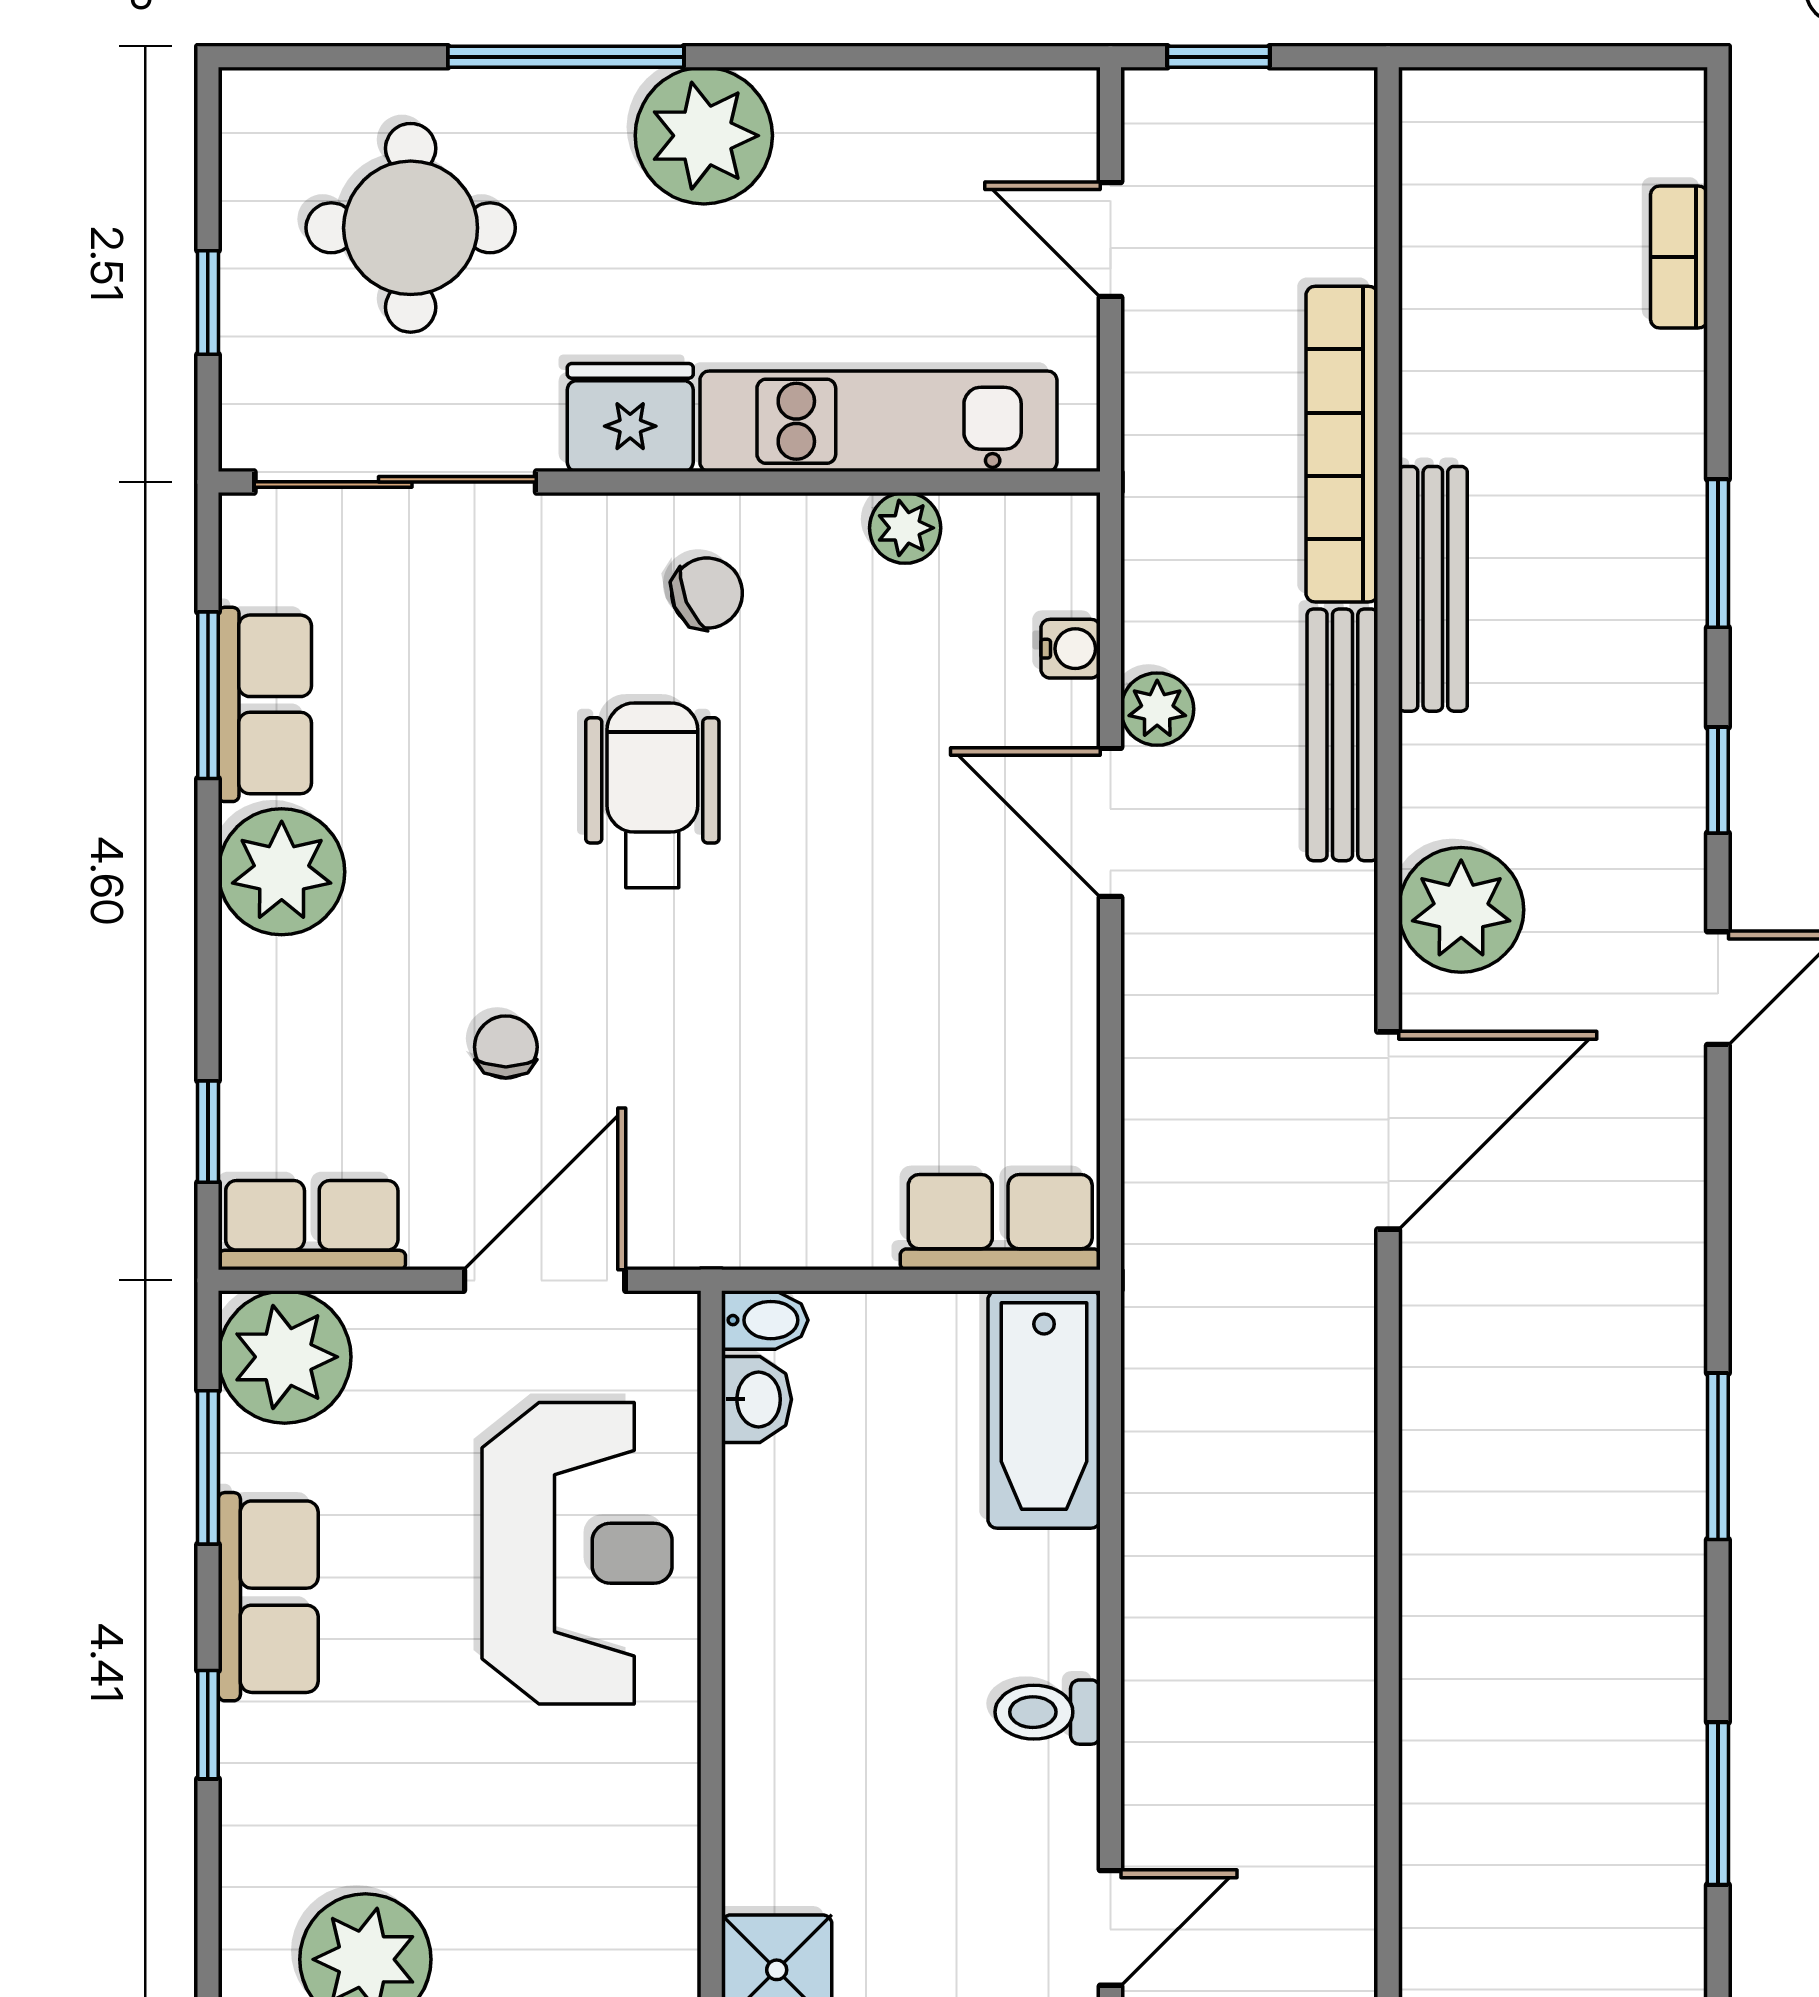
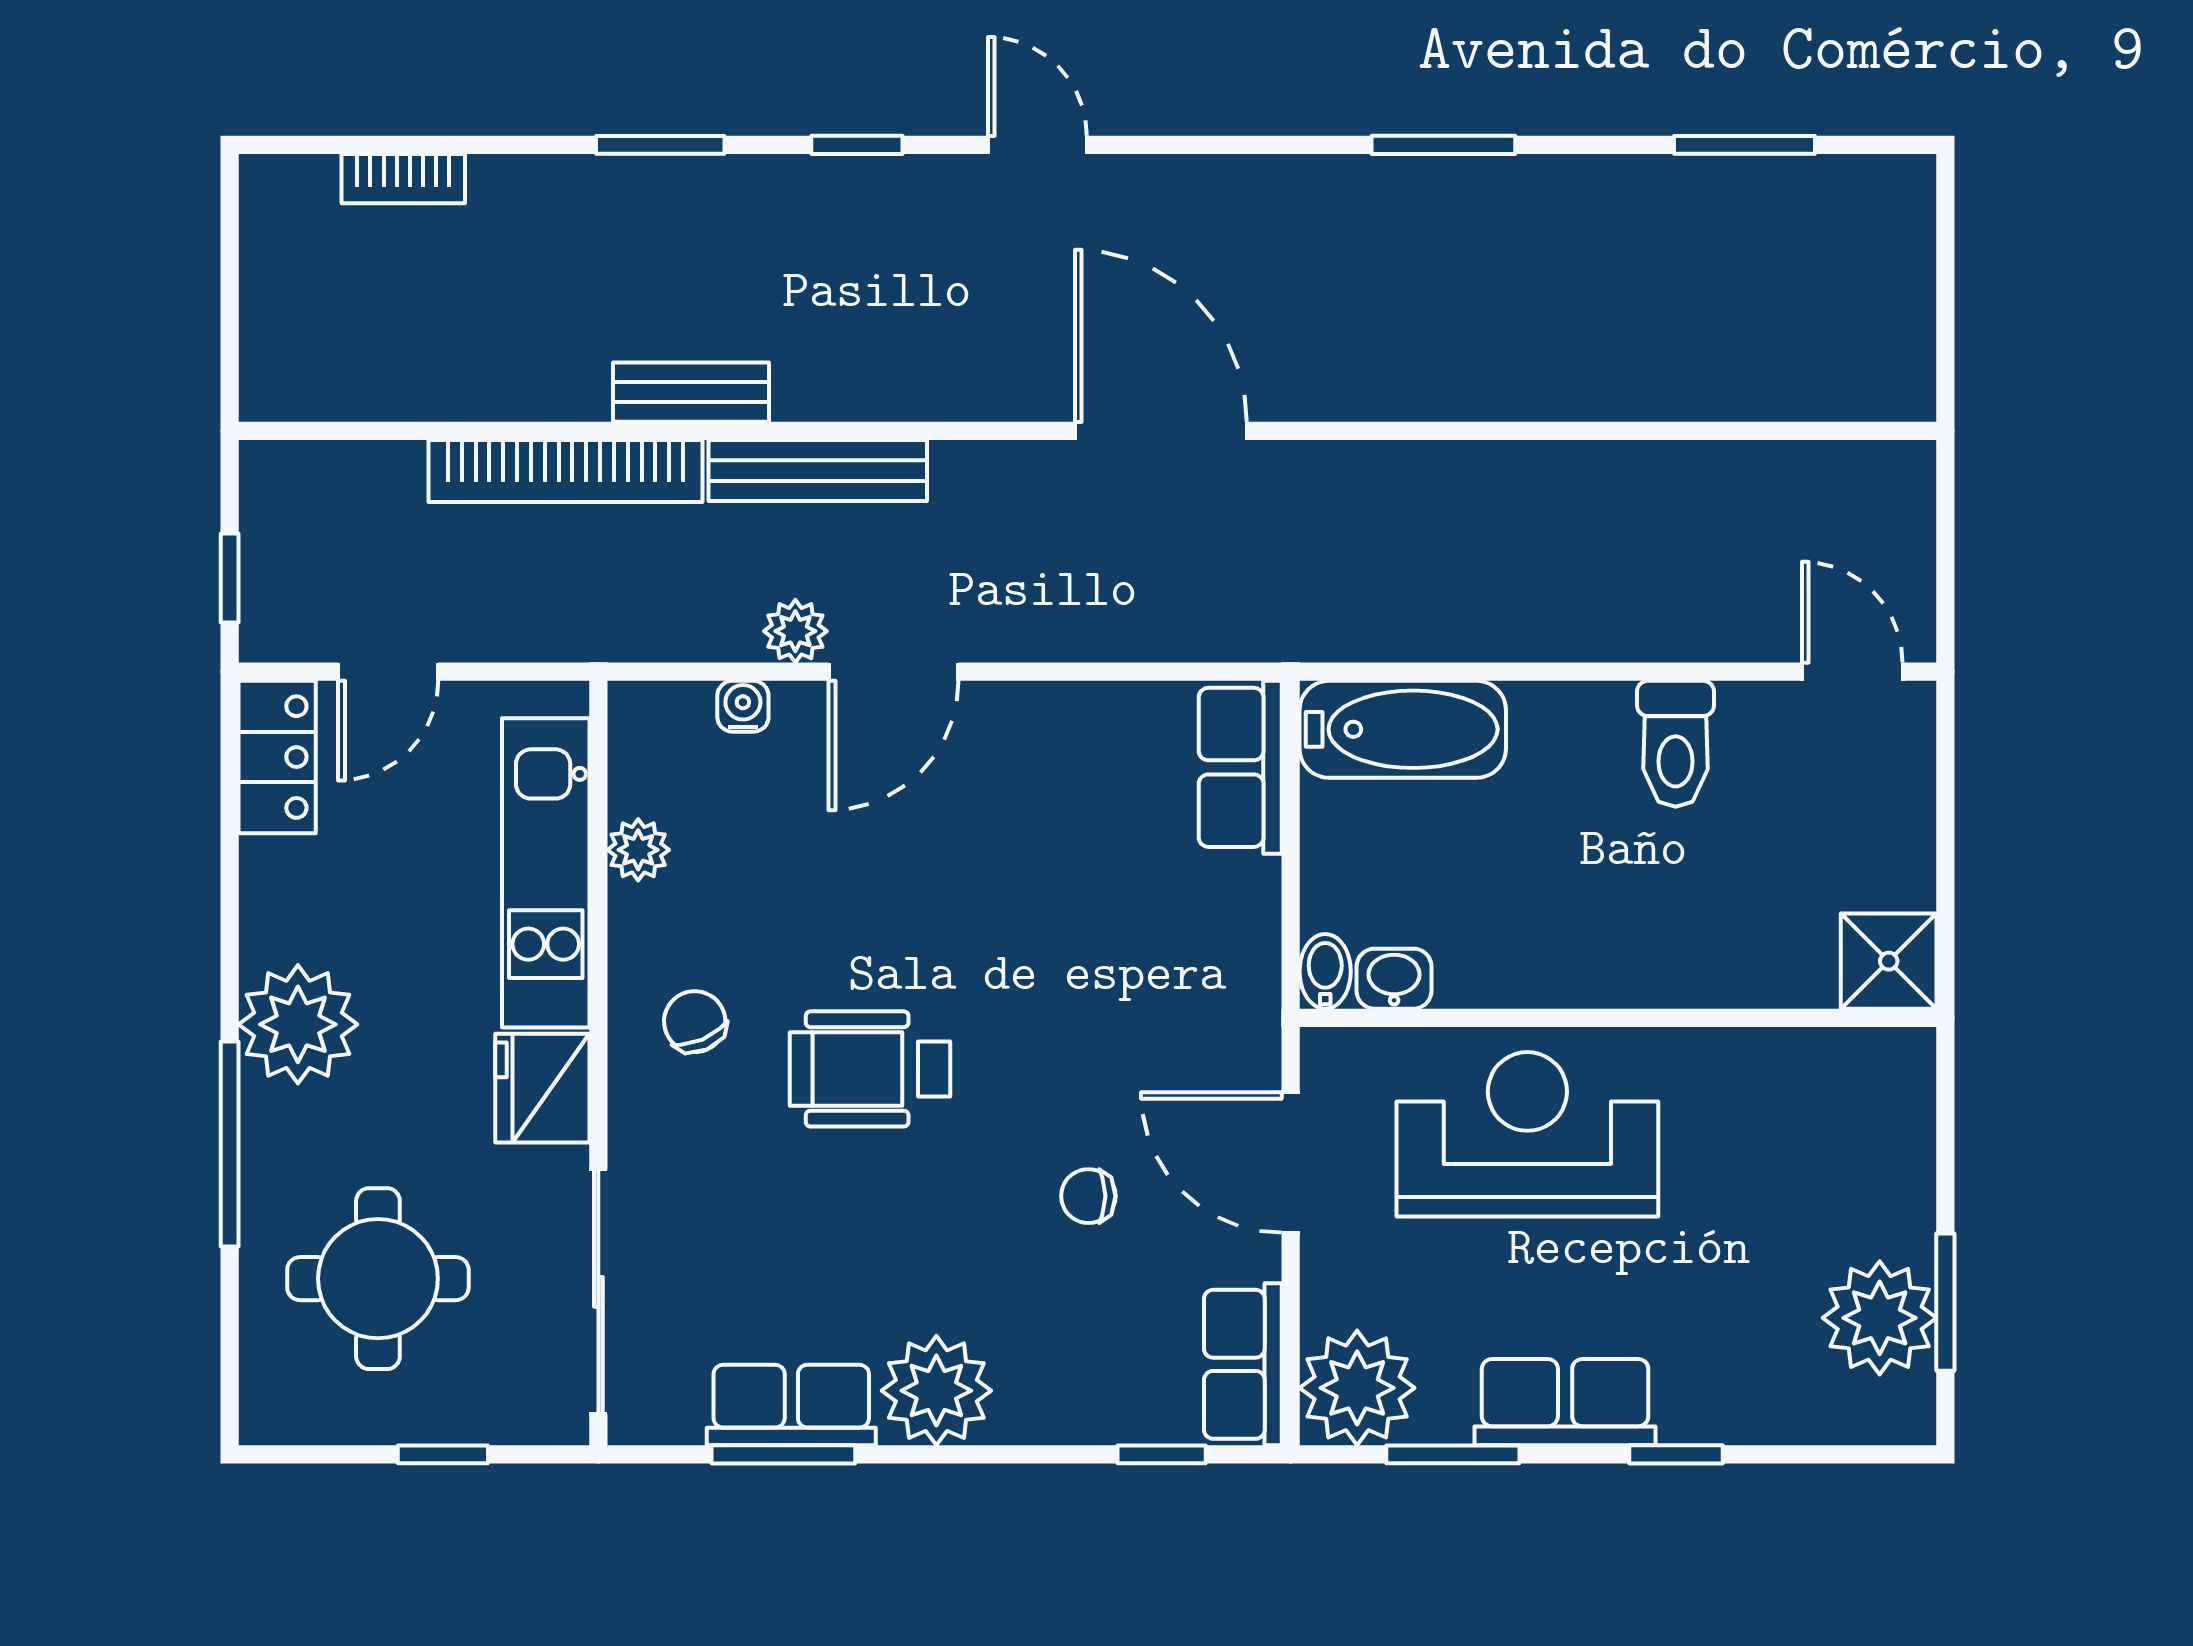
locker: (1012, 112) -> (277, 757), added
bench: (1433, 589) -> (691, 392), width x0.73
plant: (1461, 910) -> (969, 368), removed
toilet: (1048, 1712) -> (1676, 744), width x1.37, depth x1.39

